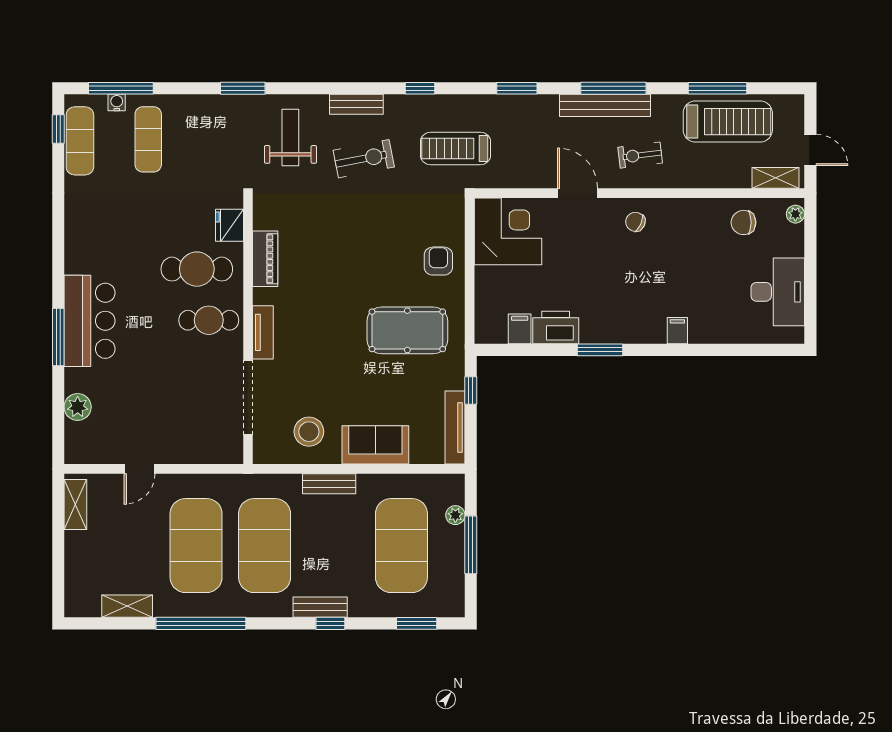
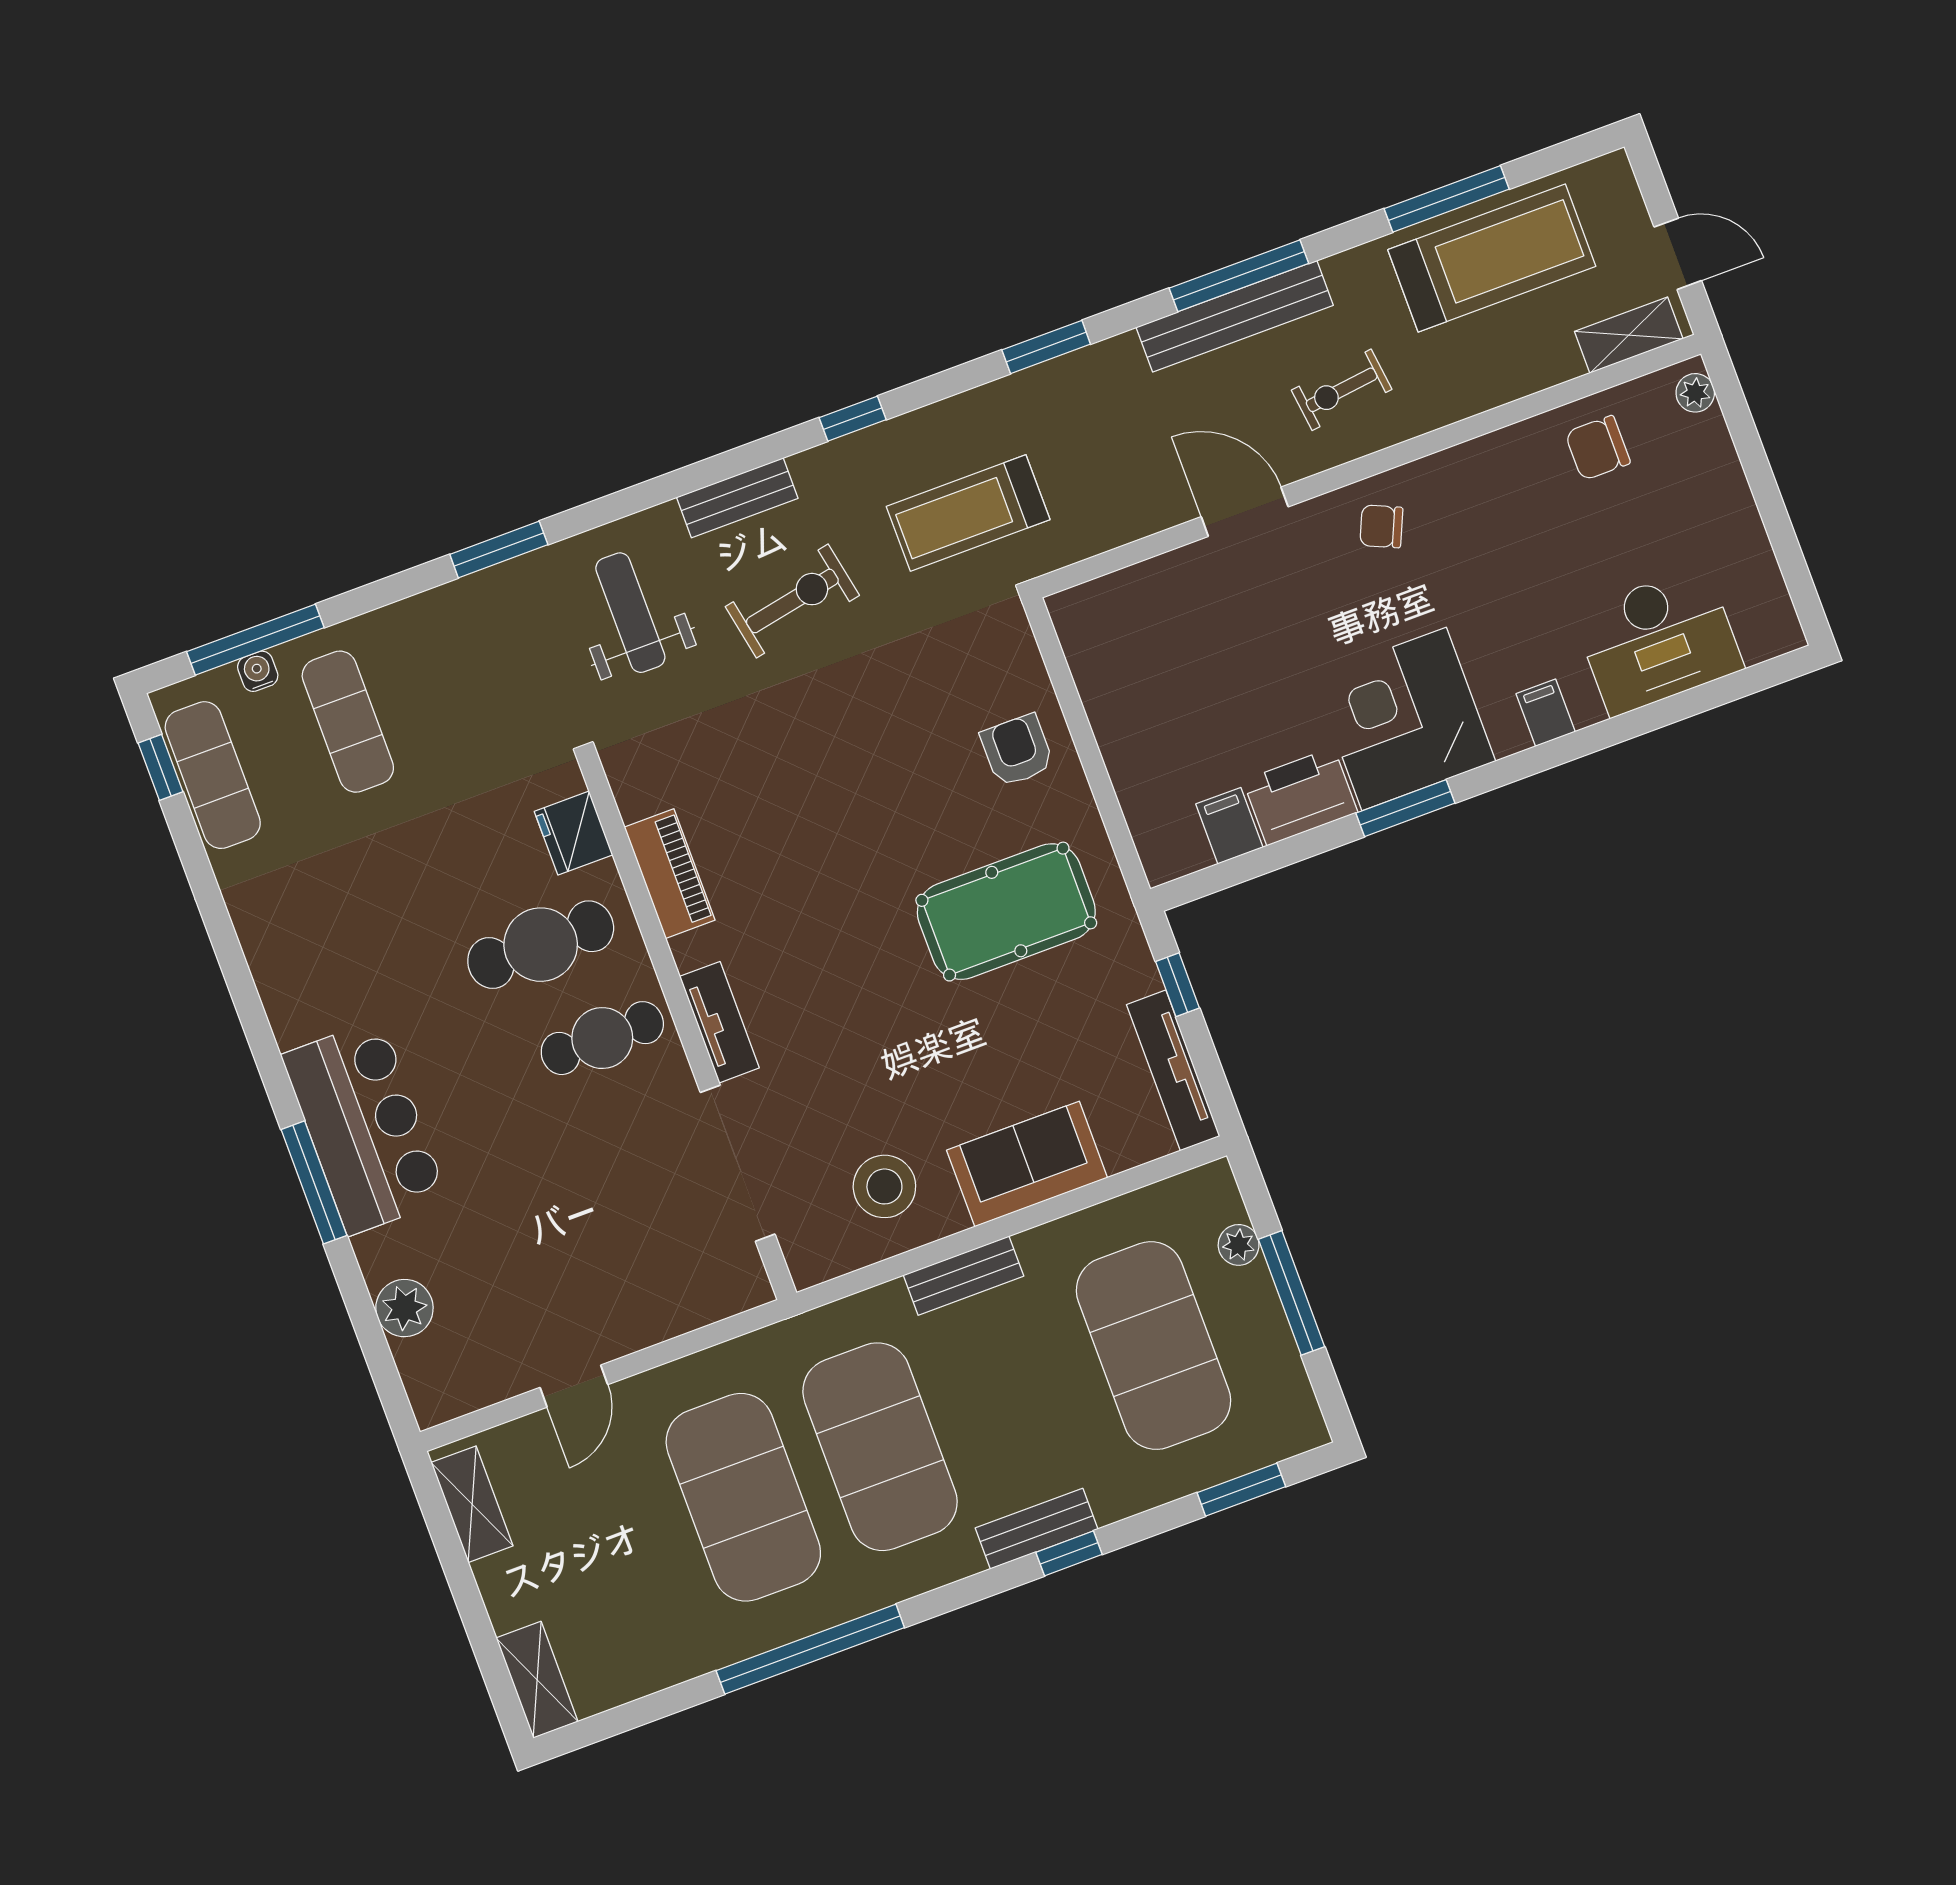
corner desk: (508, 231) -> (1404, 719), moved, turned -90
desk: (778, 292) -> (1658, 641), moved, turned 90
shelving: (127, 606) -> (537, 1680), moved, turned 90

